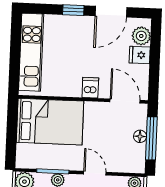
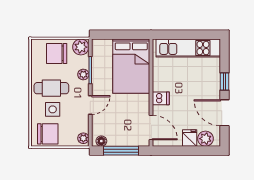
door: (125, 101) -> (151, 127), hinge flipped
floor lamp: (140, 136) -> (101, 141), moved

